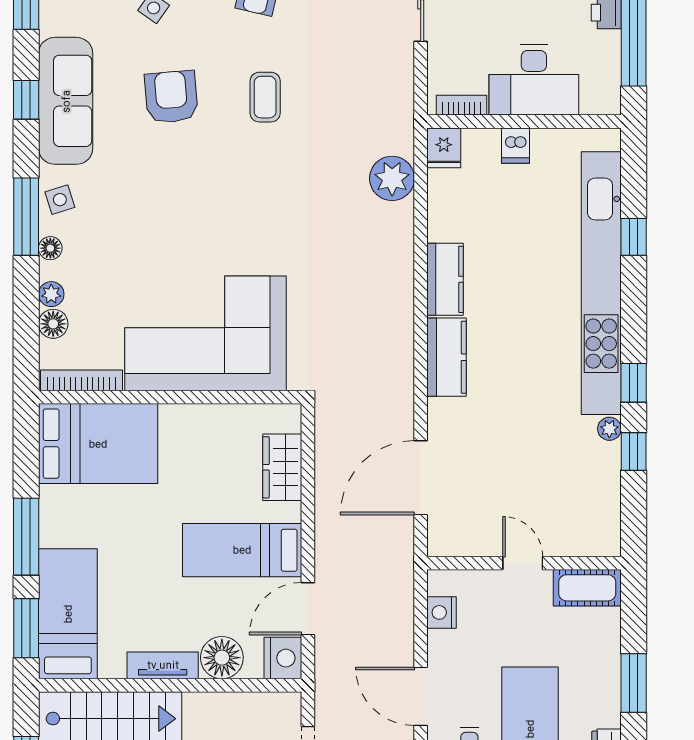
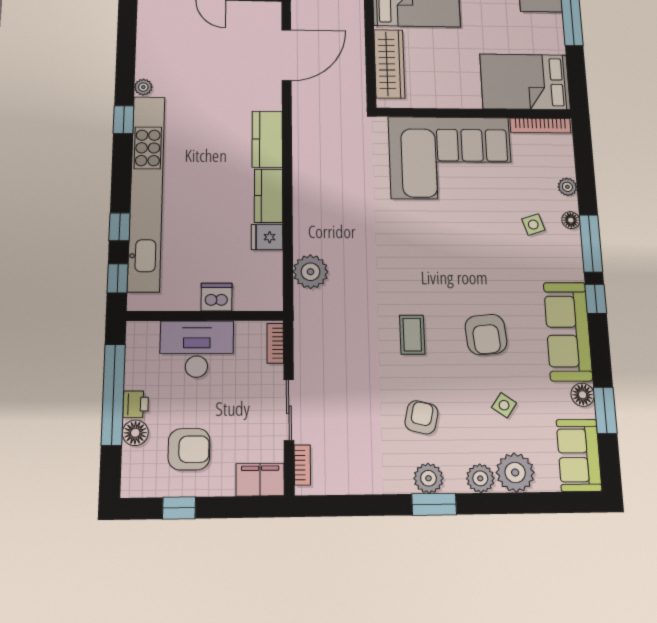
window: (26, 100) -> (596, 299), moved
bookcase: (461, 105) -> (275, 343), moved, turned 90
dishwasher: (515, 146) -> (217, 297), width x1.38
fridge: (444, 148) -> (267, 237), moved, turned -90
side table: (60, 200) -> (533, 225), moved
floor lamp: (53, 324) -> (583, 395), moved
window: (634, 451) -> (118, 278), moved
wardrobe: (282, 467) -> (389, 64), width x1.50

